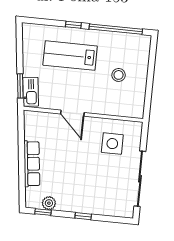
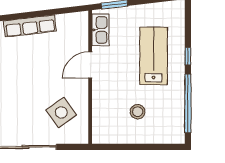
kitchen sink: (31, 92) -> (100, 30), moved, turned -83
side table: (112, 144) -> (61, 112), turned -36

